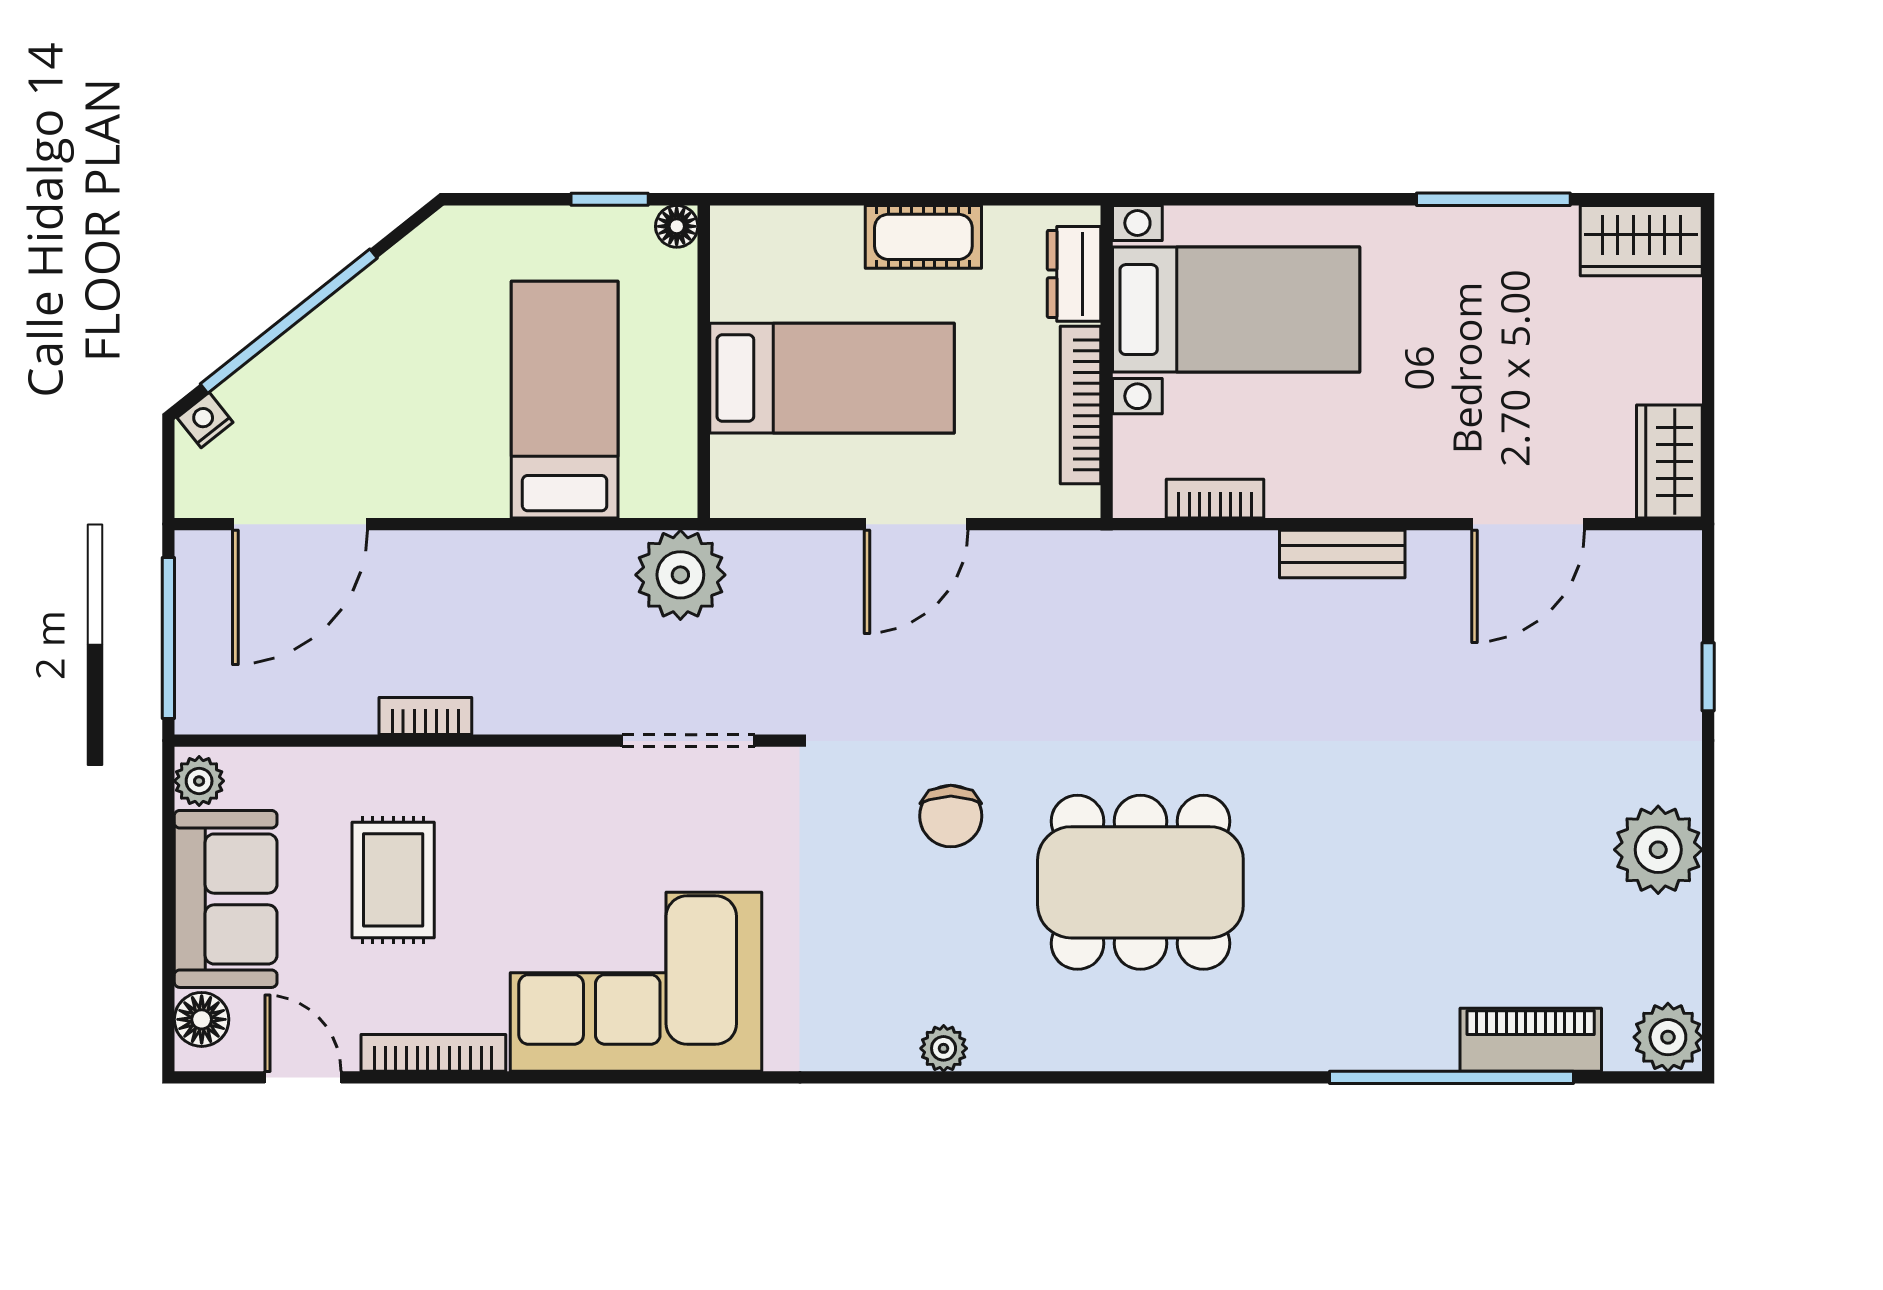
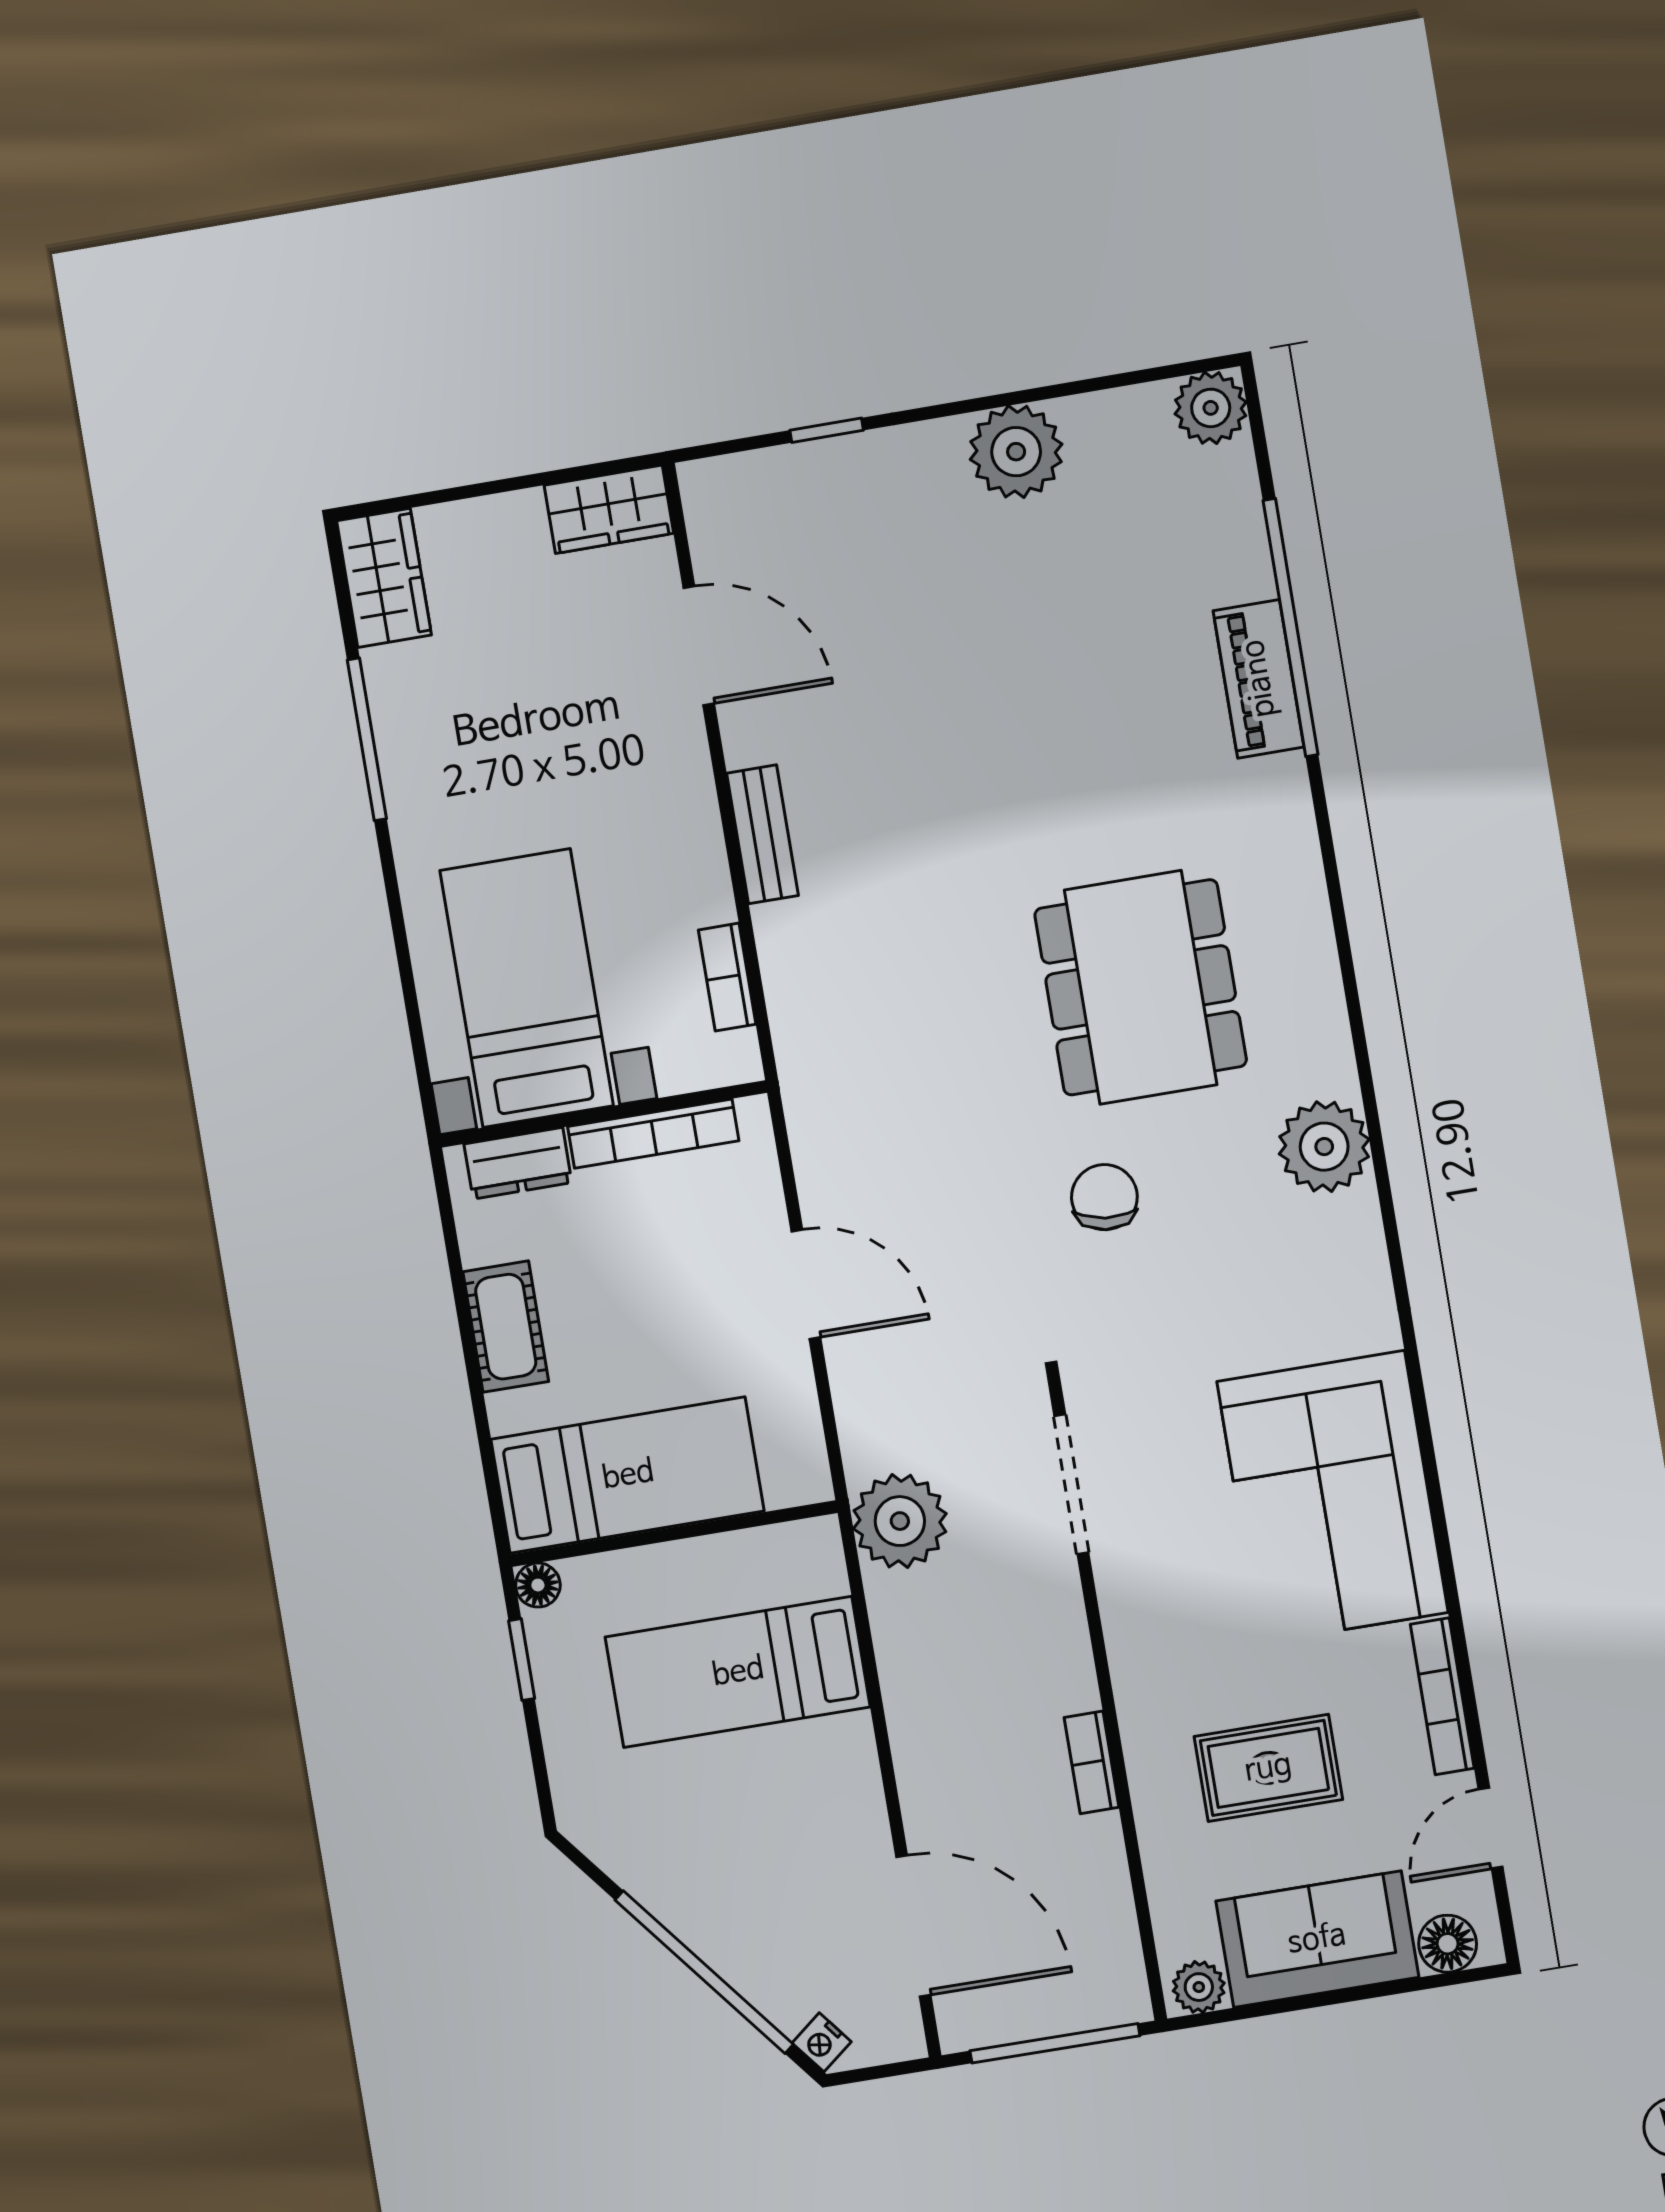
bed: (832, 378) -> (628, 1475), moved, turned 90
chair: (951, 816) -> (1104, 1197), turned -83
piano: (1531, 1040) -> (1259, 679), moved
plant: (944, 1048) -> (1324, 1147), width x1.87, depth x1.87

